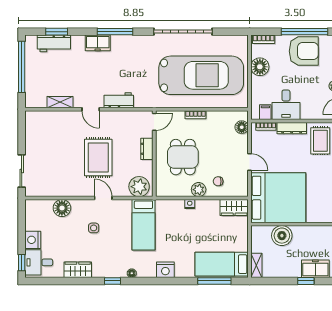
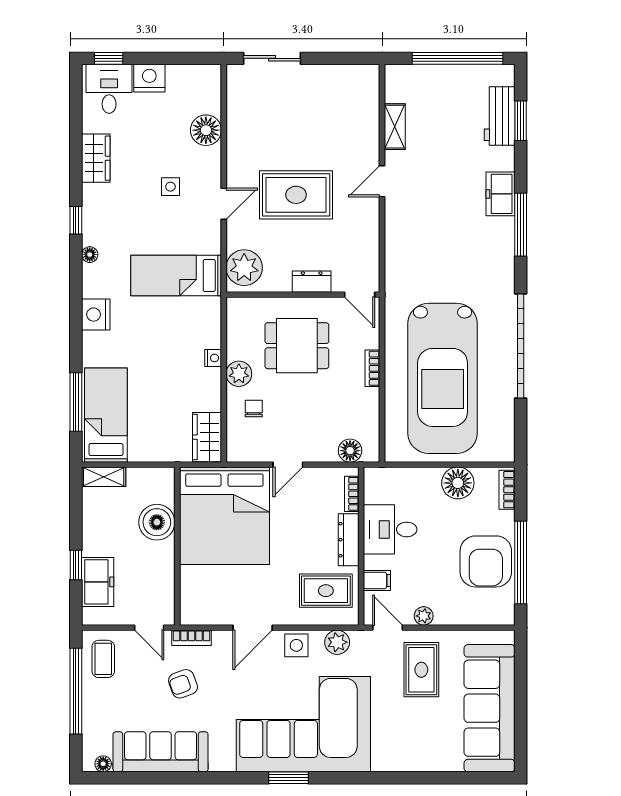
workbench: (119, 100) -> (398, 231), removed
filing cabinet: (265, 112) -> (377, 581), moved

